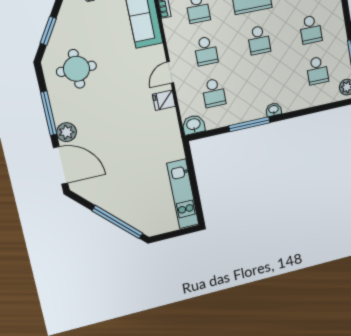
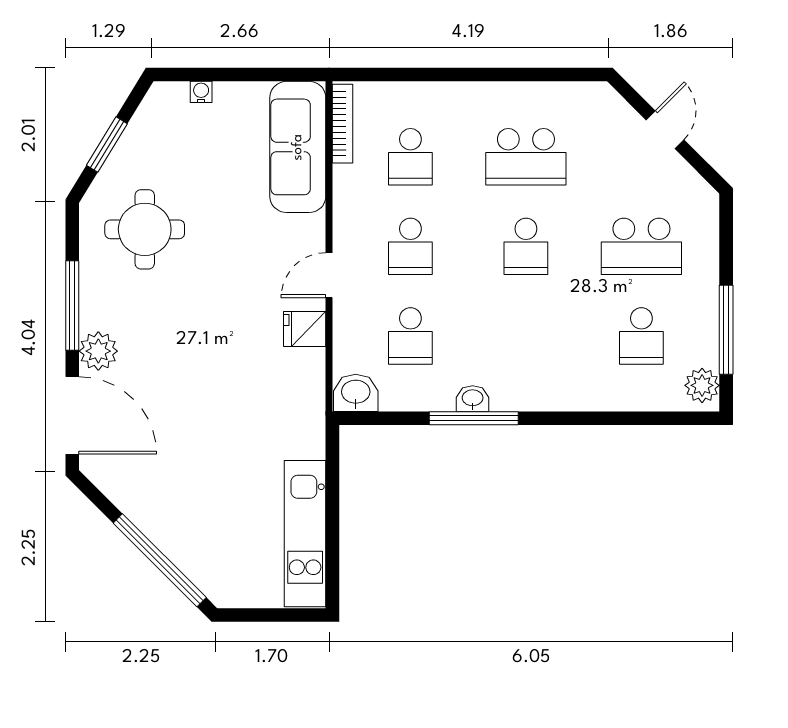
school desk: (311, 29) -> (641, 246), width x1.85
washbasin: (274, 110) -> (473, 399), moved

